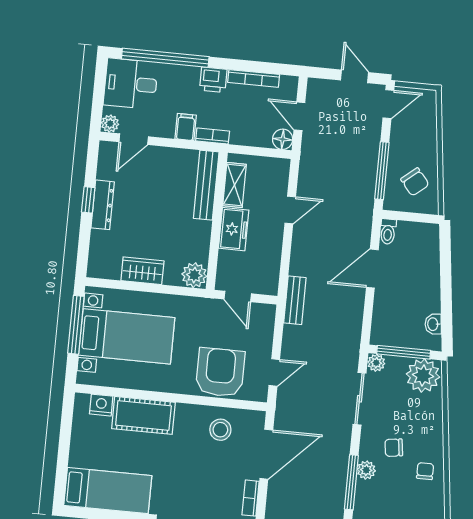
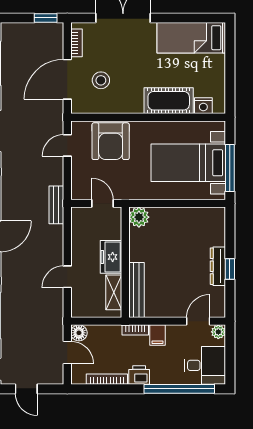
wardrobe: (142, 271) -> (181, 217), removed
stool: (220, 430) -> (101, 80), moved

